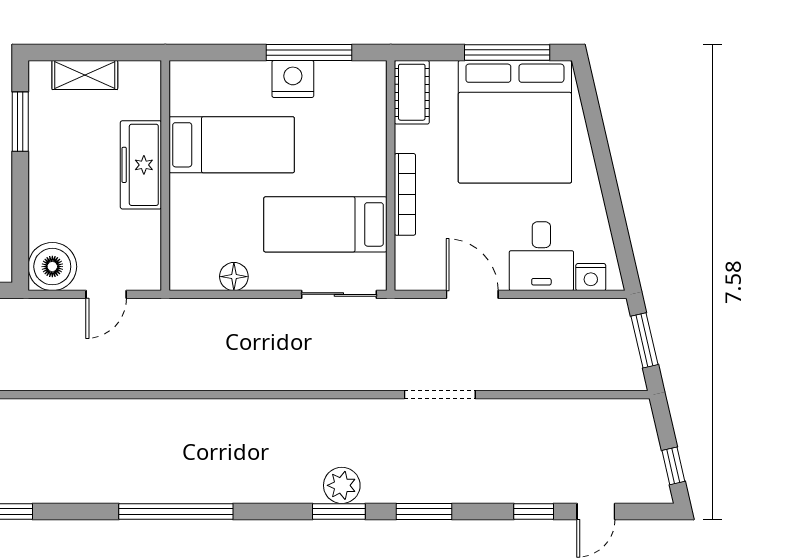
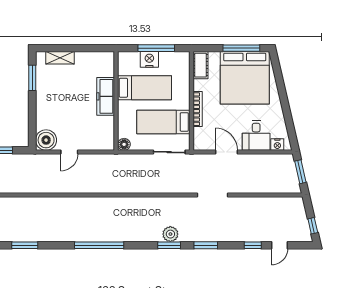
bed: (232, 145) -> (145, 88), moved
freezer: (141, 165) -> (106, 96), moved
wall: (165, 176) -> (116, 101), moved

